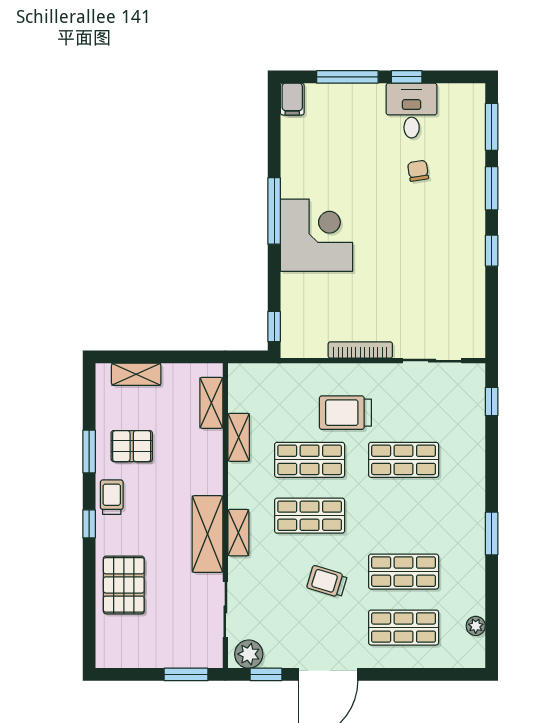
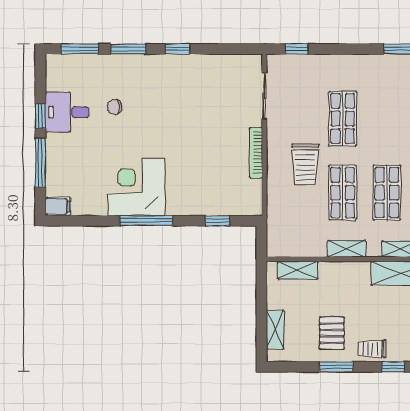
corner desk: (316, 235) -> (136, 187), moved
window: (274, 327) -> (217, 221), moved
shelving: (239, 437) -> (347, 249), moved

